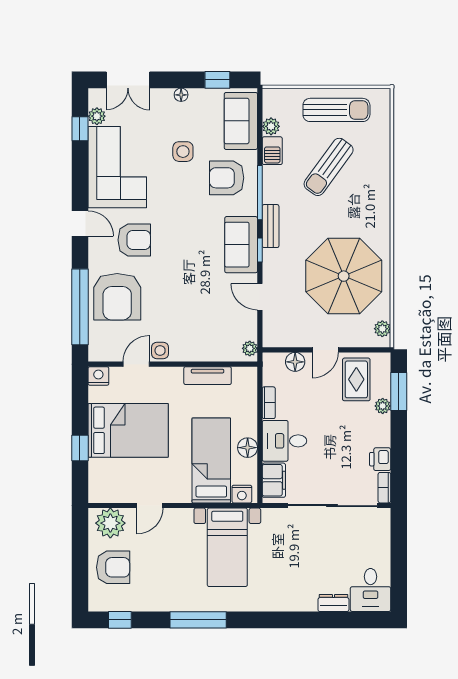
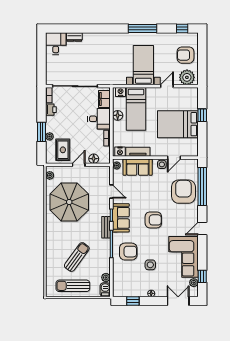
sofa: (241, 121) -> (138, 167), moved, turned 90
barbecue: (272, 151) -> (105, 290), moved
door: (80, 224) -> (202, 228), hinge flipped
armchair: (134, 240) -> (153, 220), moved, turned 180
nightstand: (98, 376) -> (120, 152), moved
window: (399, 391) -> (41, 132), moved
bed with nightstands: (227, 547) -> (143, 65), moved

